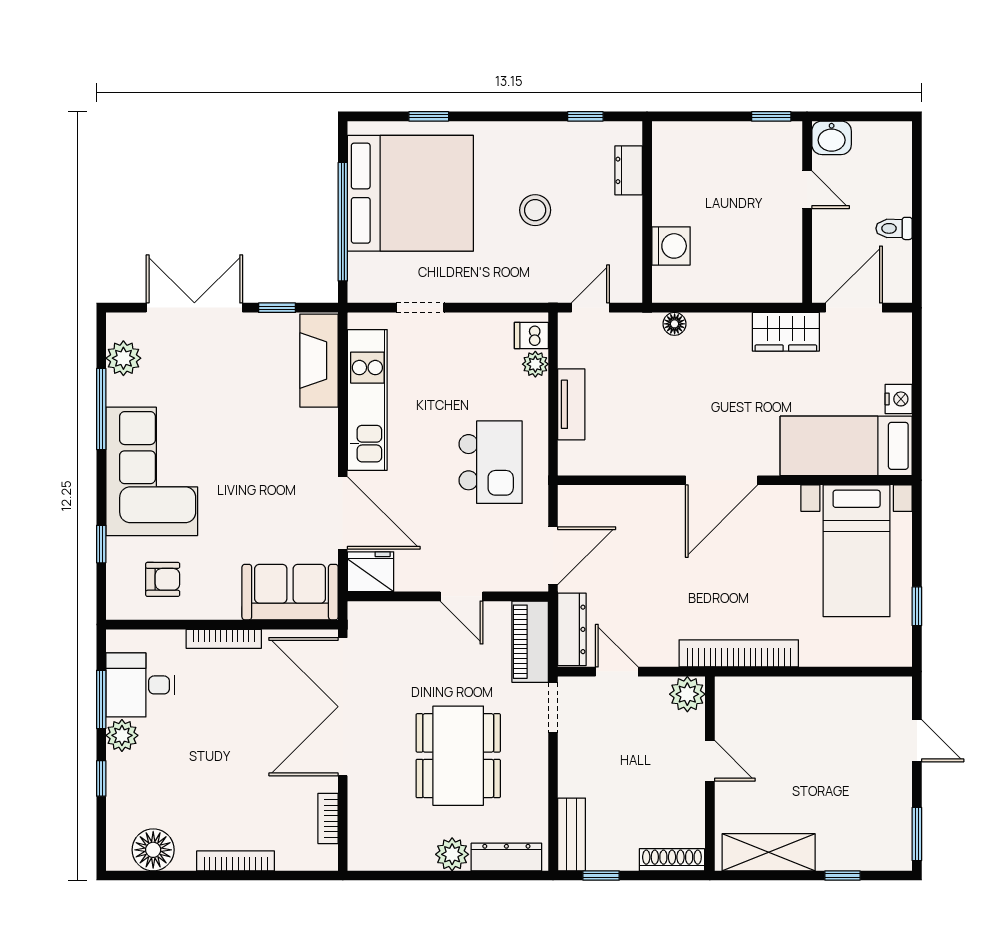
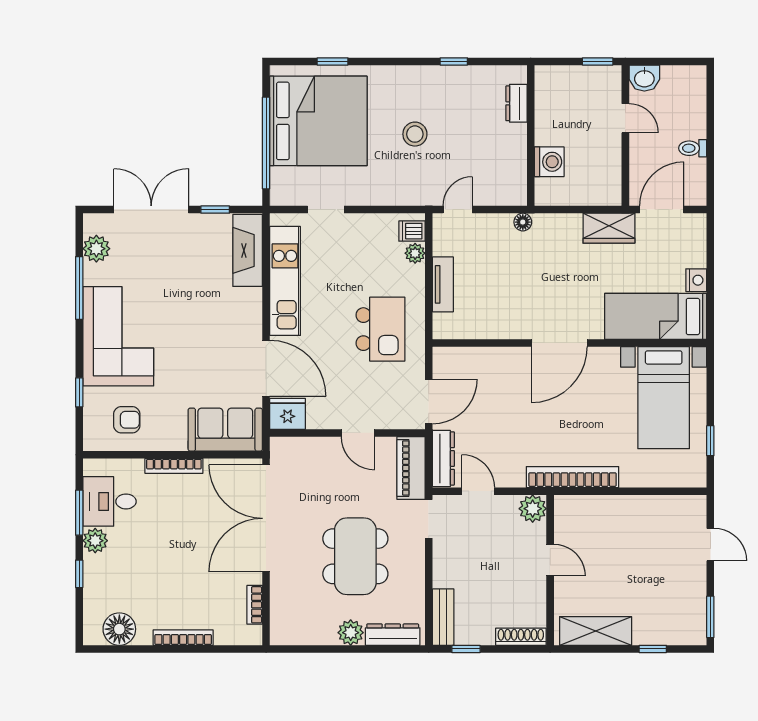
dresser: (629, 170) -> (516, 103), moved
wall: (647, 212) -> (531, 136), moved
washing machine: (671, 246) -> (549, 162), moved

